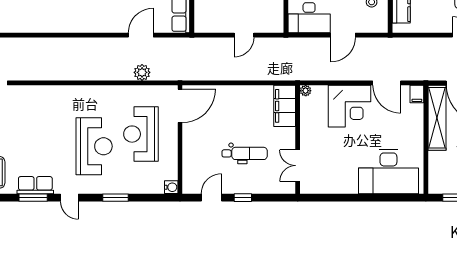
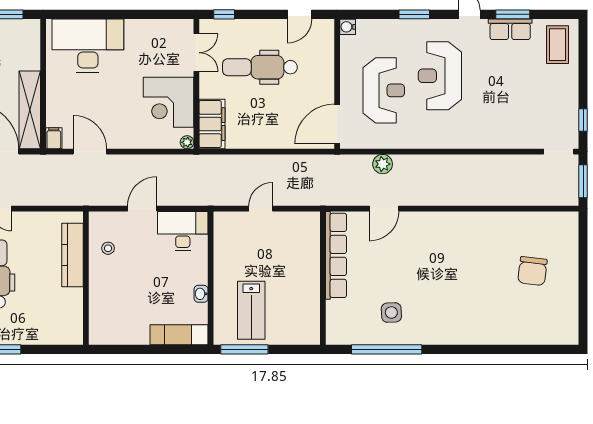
corner desk: (349, 106) -> (169, 102), moved, turned -90
dental chair: (245, 153) -> (260, 67), width x1.36, depth x1.38
window: (243, 198) -> (224, 14), moved

